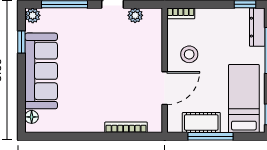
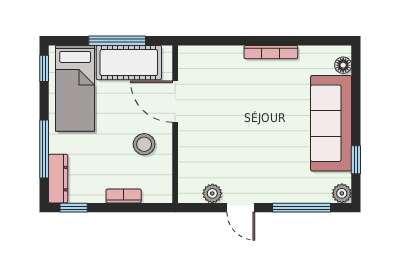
bookcase: (181, 13) -> (124, 196), moved
door: (165, 88) -> (175, 102), hinge flipped
cot: (201, 123) -> (129, 63), width x1.37, depth x1.34
bookcase: (126, 127) -> (271, 52), moved

